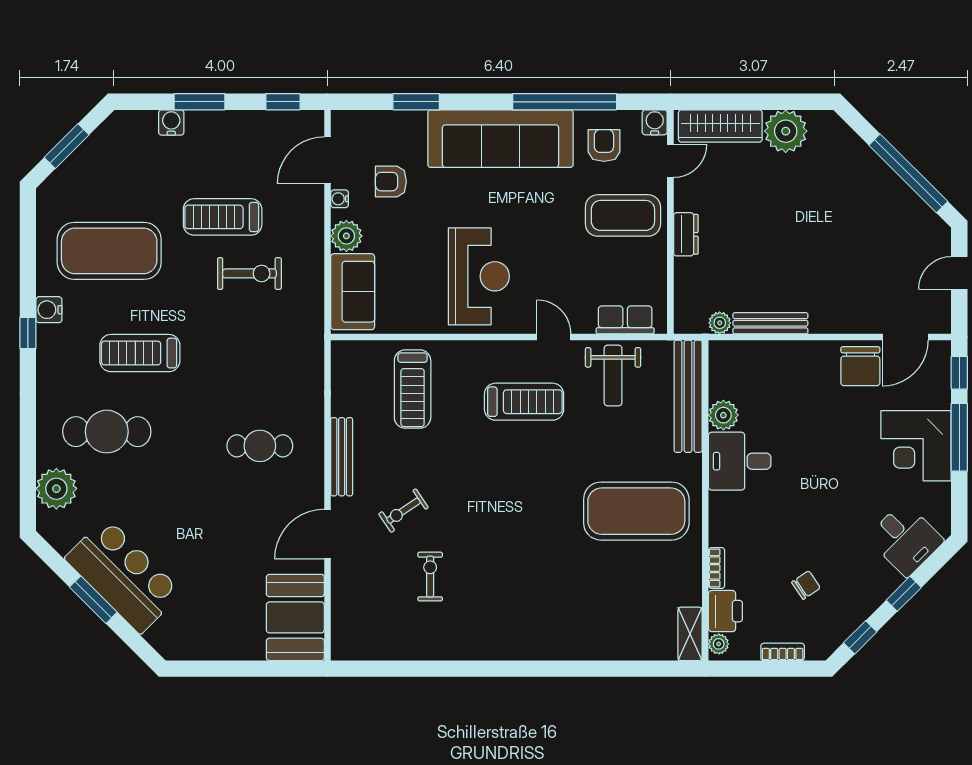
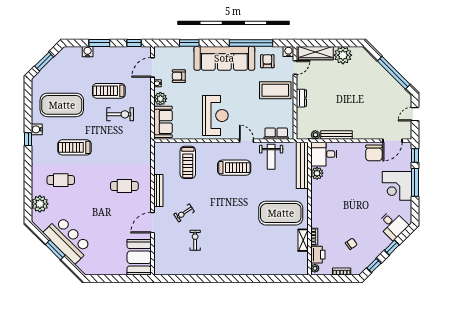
cafe table: (107, 432) -> (61, 180), width x0.73, depth x0.74
desk: (740, 461) -> (324, 154), moved
shelving: (690, 634) -> (303, 240), moved

